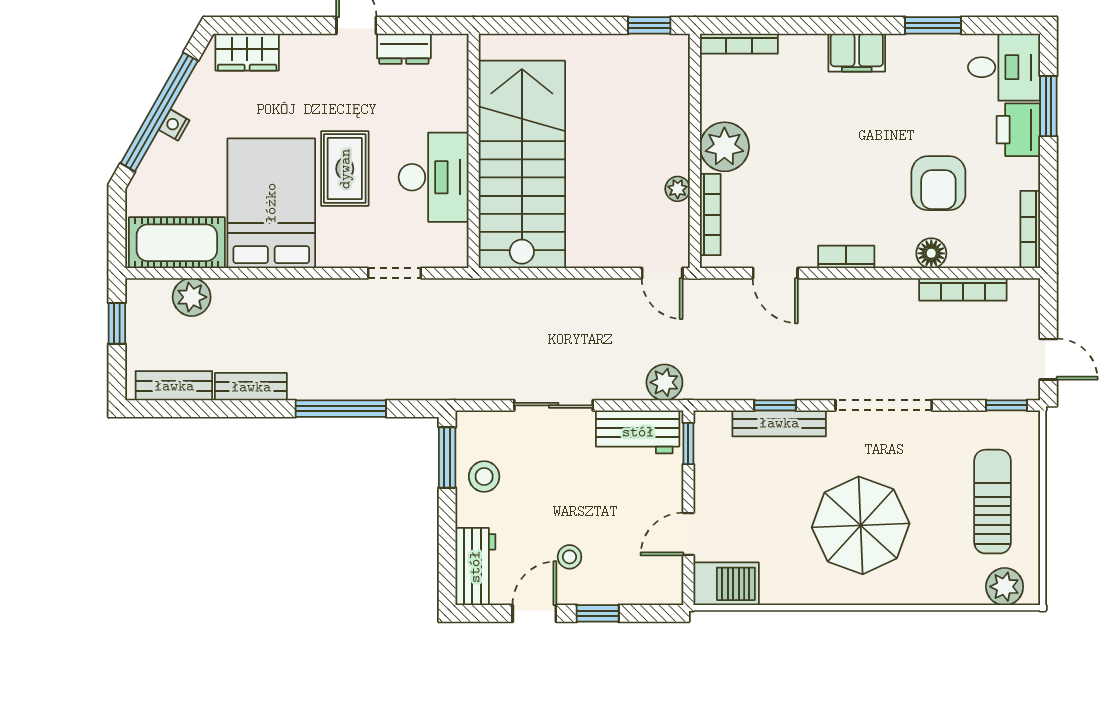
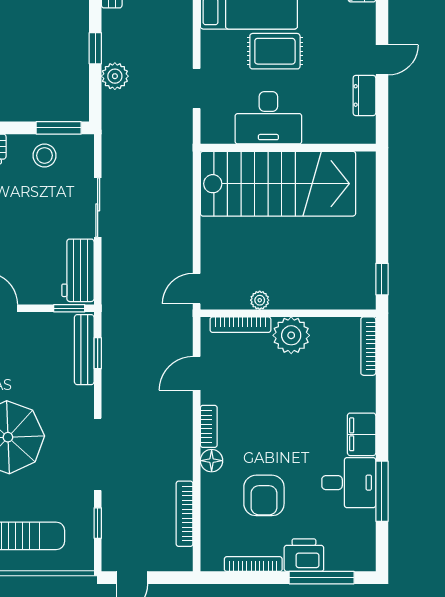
window: (933, 25) -> (382, 491), width x1.44
desk: (1004, 67) -> (349, 483), moved, turned -90
window: (1048, 106) -> (322, 578), width x1.44
armchair: (938, 183) -> (264, 495), turned -90
bookcase: (1030, 230) -> (253, 564), moved
floor lamp: (931, 253) -> (212, 461), moved
plant: (664, 382) -> (115, 76), moved
window: (775, 405) -> (98, 353), moved
window: (1007, 405) -> (98, 523), moved
window: (341, 409) -> (95, 48), width x0.46
bench: (779, 423) -> (84, 350), moved

